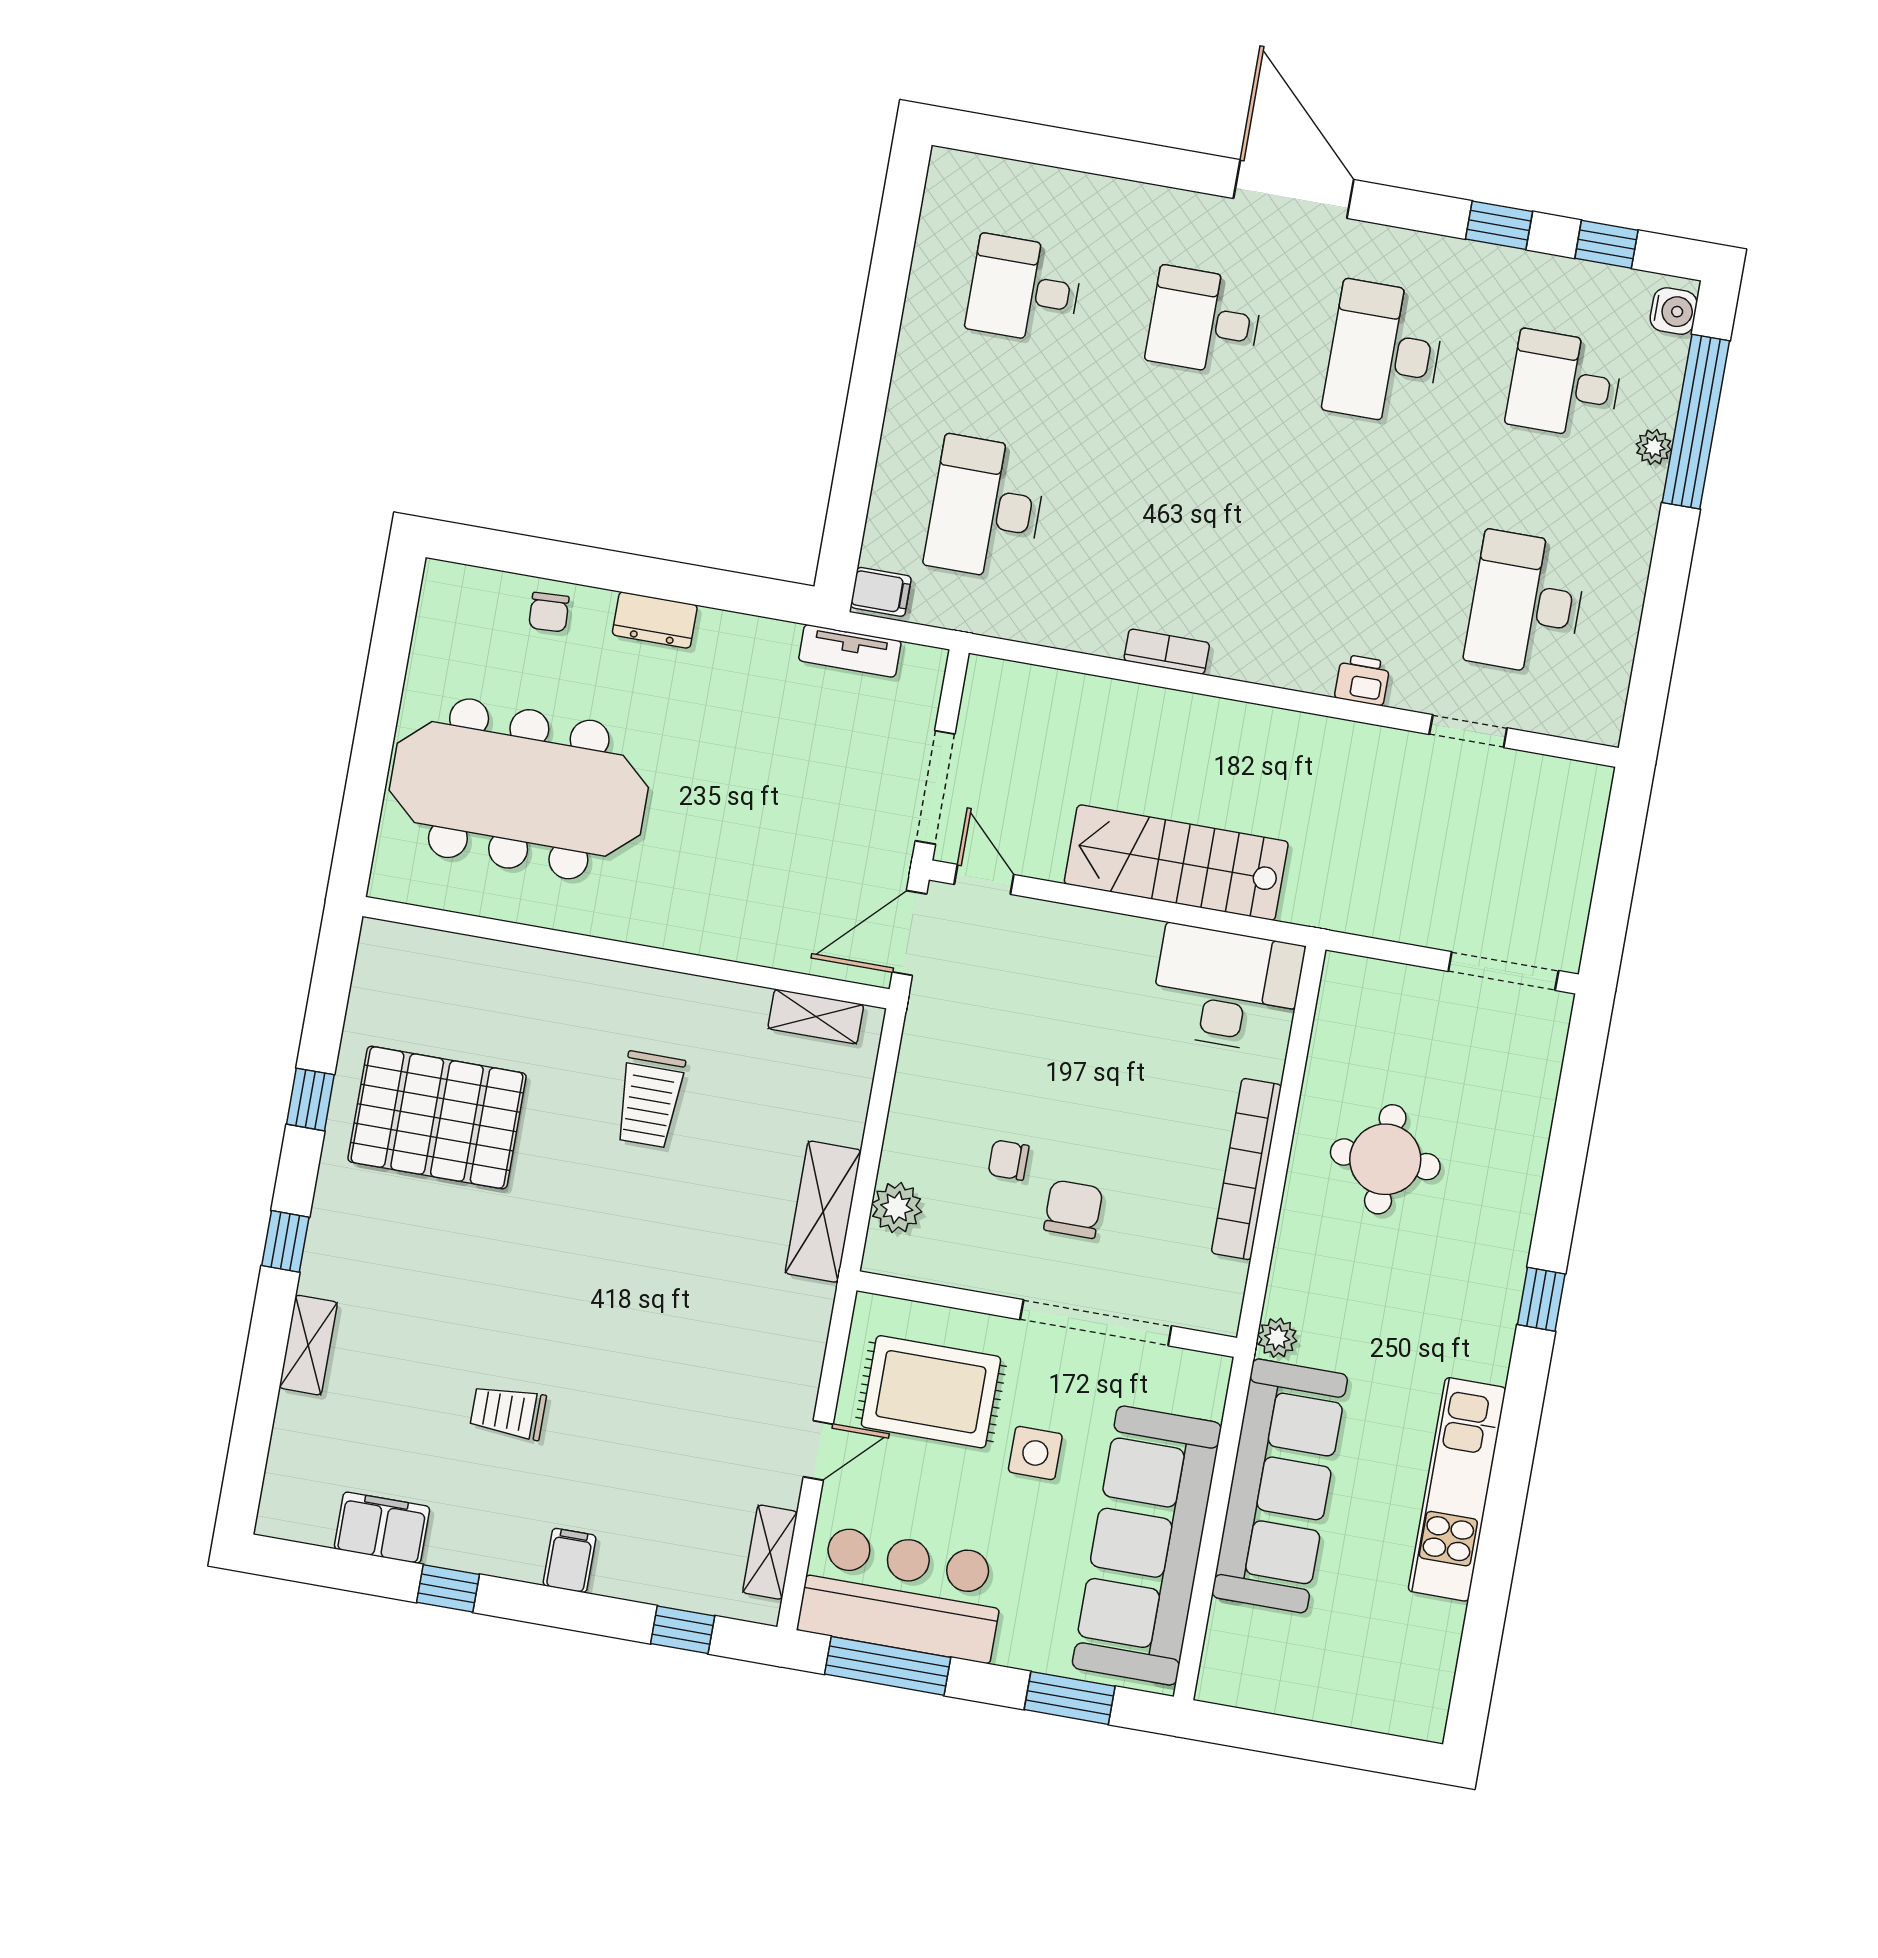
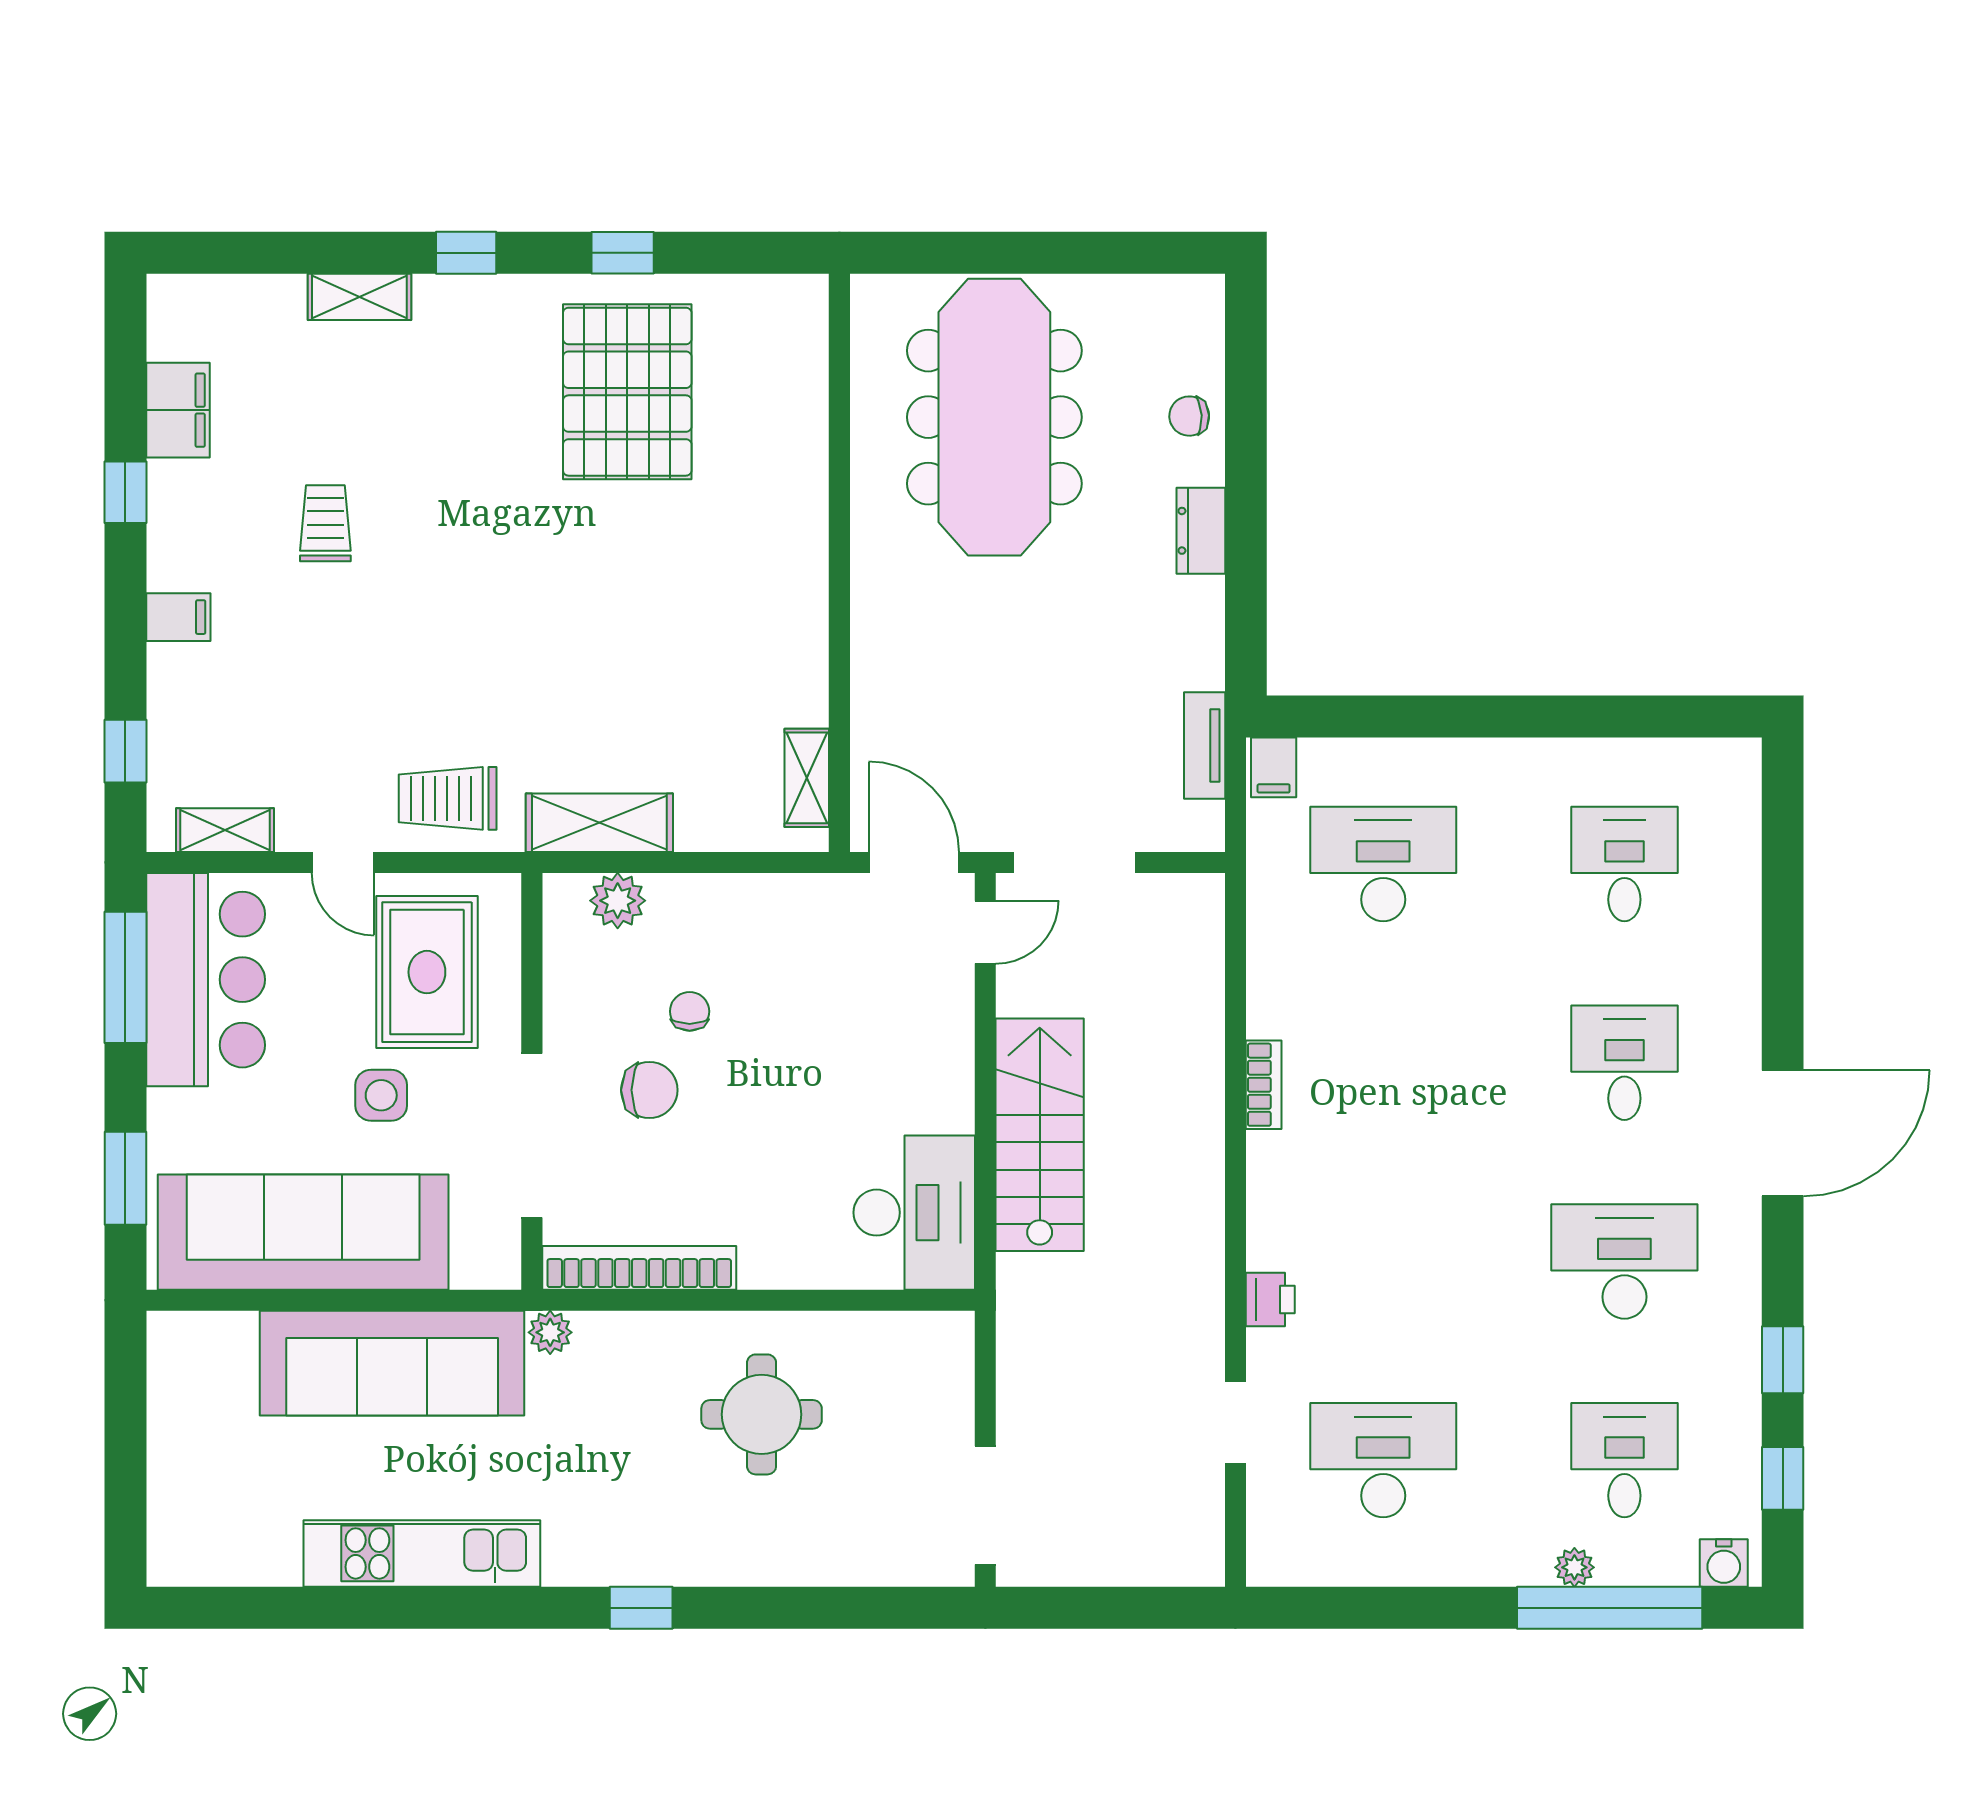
trolley: (650, 1100) -> (448, 798), moved
bookcase: (1247, 1169) -> (639, 1268), moved

